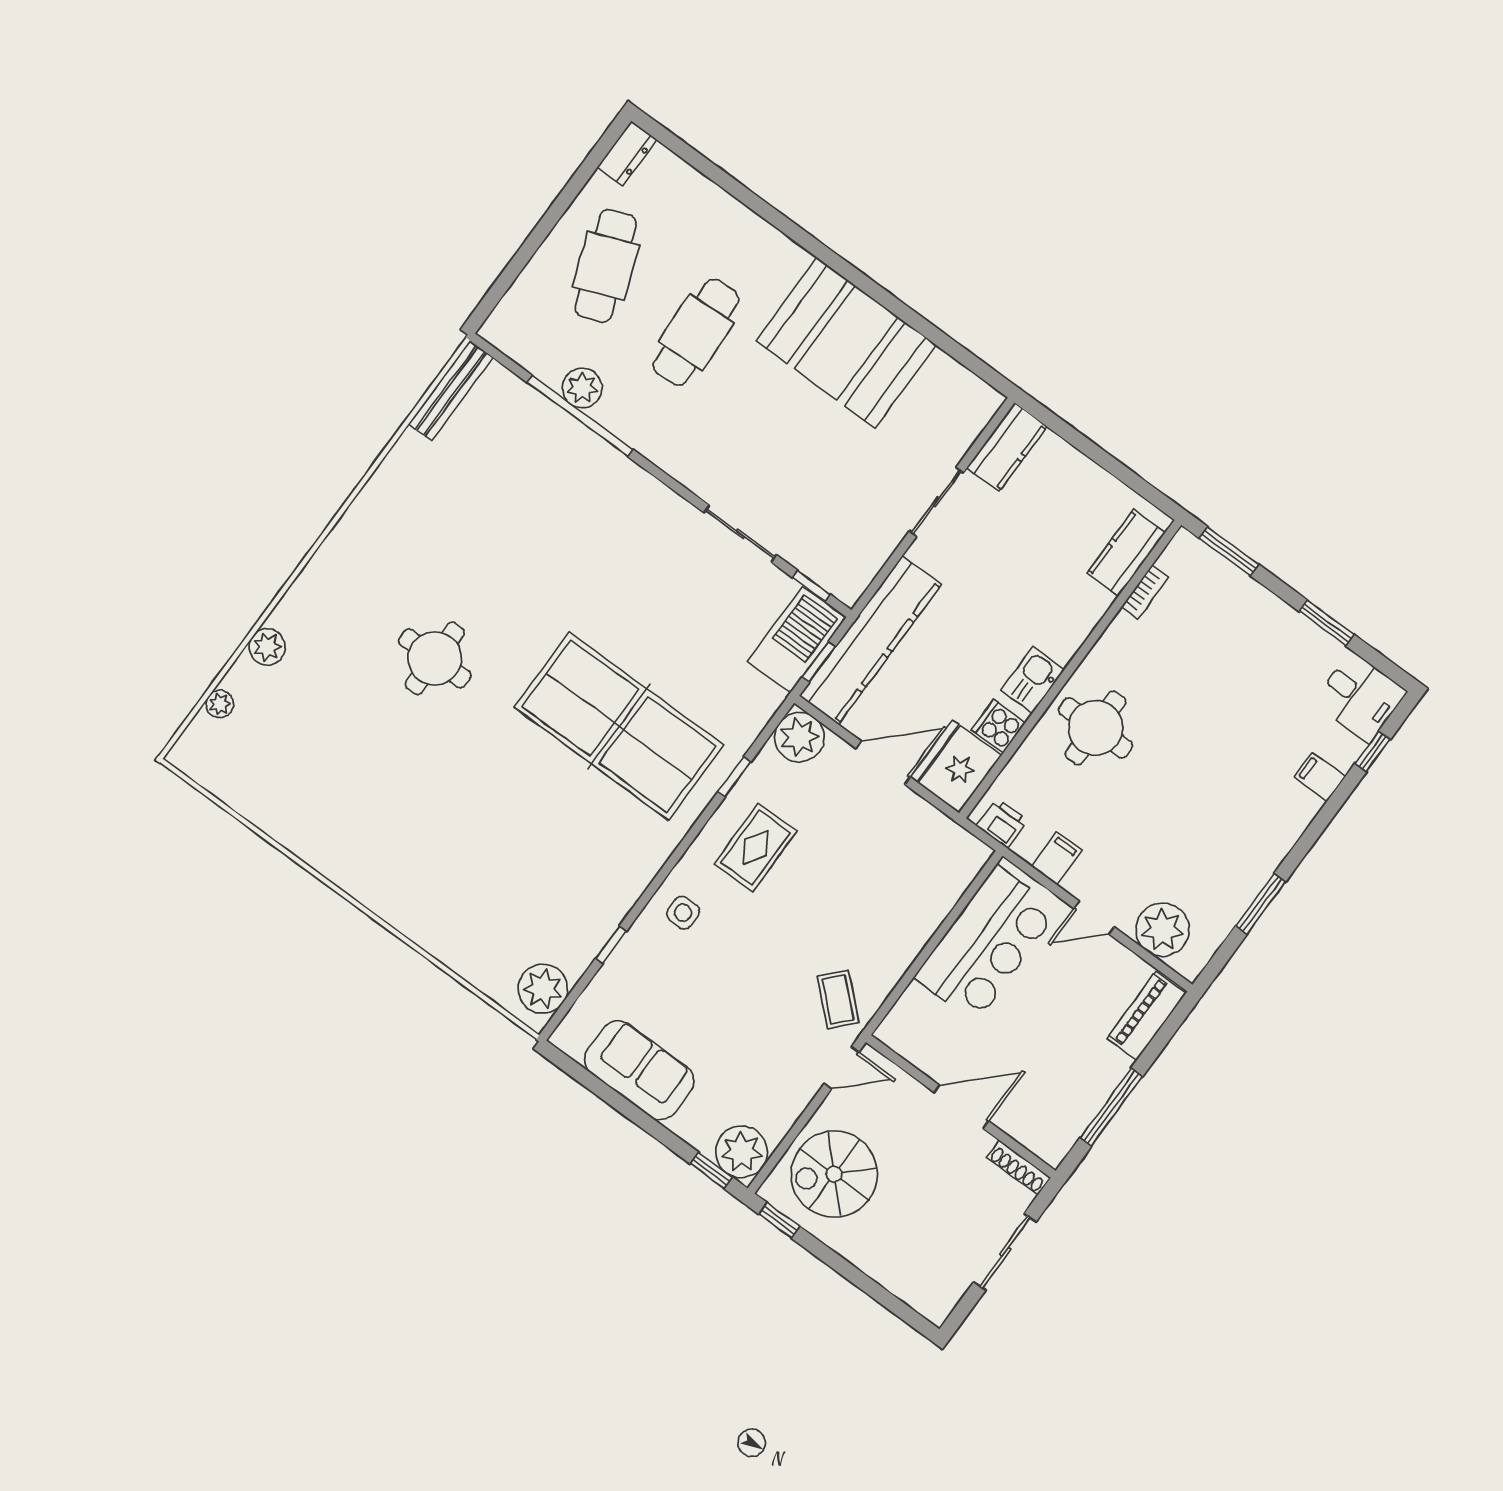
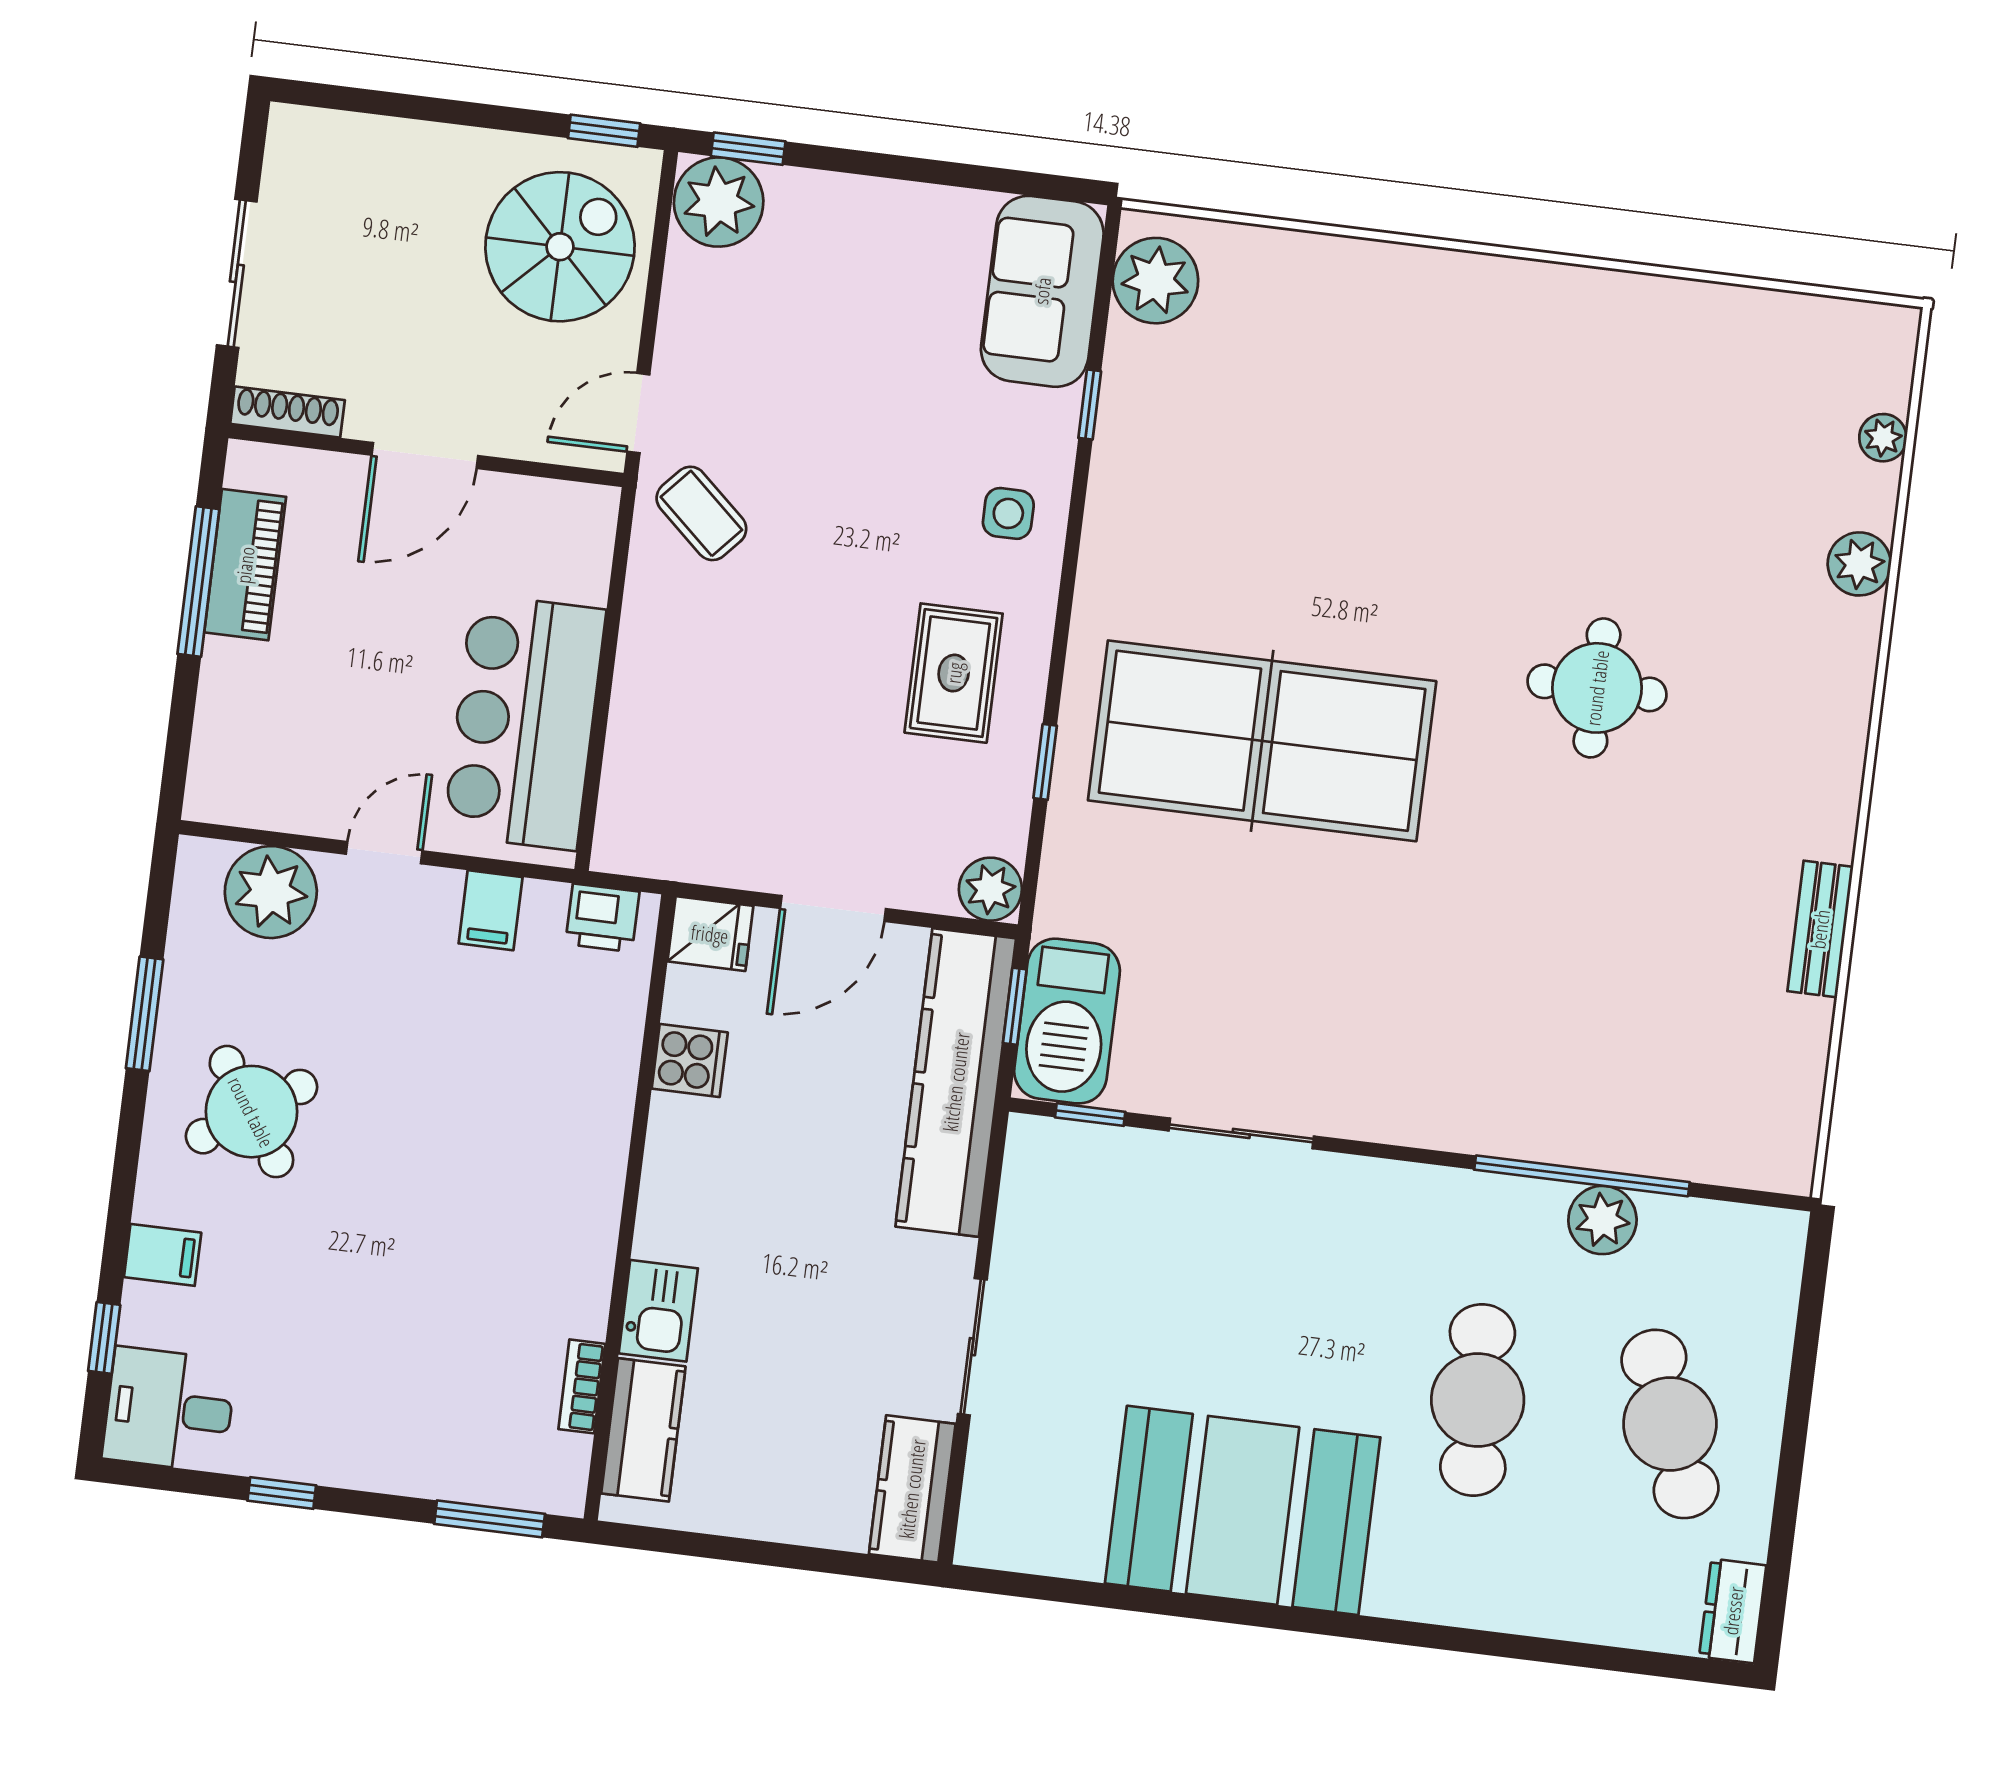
bench: (451, 391) -> (1820, 929), moved, width x0.73
window: (1327, 623) -> (282, 1493), width x0.67
kitchen sink: (1033, 680) -> (658, 1311), moved
round table: (1096, 728) -> (251, 1112), moved, turned -34
plant: (799, 737) -> (990, 889), width x0.73, depth x0.73
fridge: (956, 766) -> (710, 934), width x0.53, depth x0.75
piano: (1146, 1016) -> (245, 565), moved
sofa: (639, 1070) -> (1042, 291), moved, turned 90

